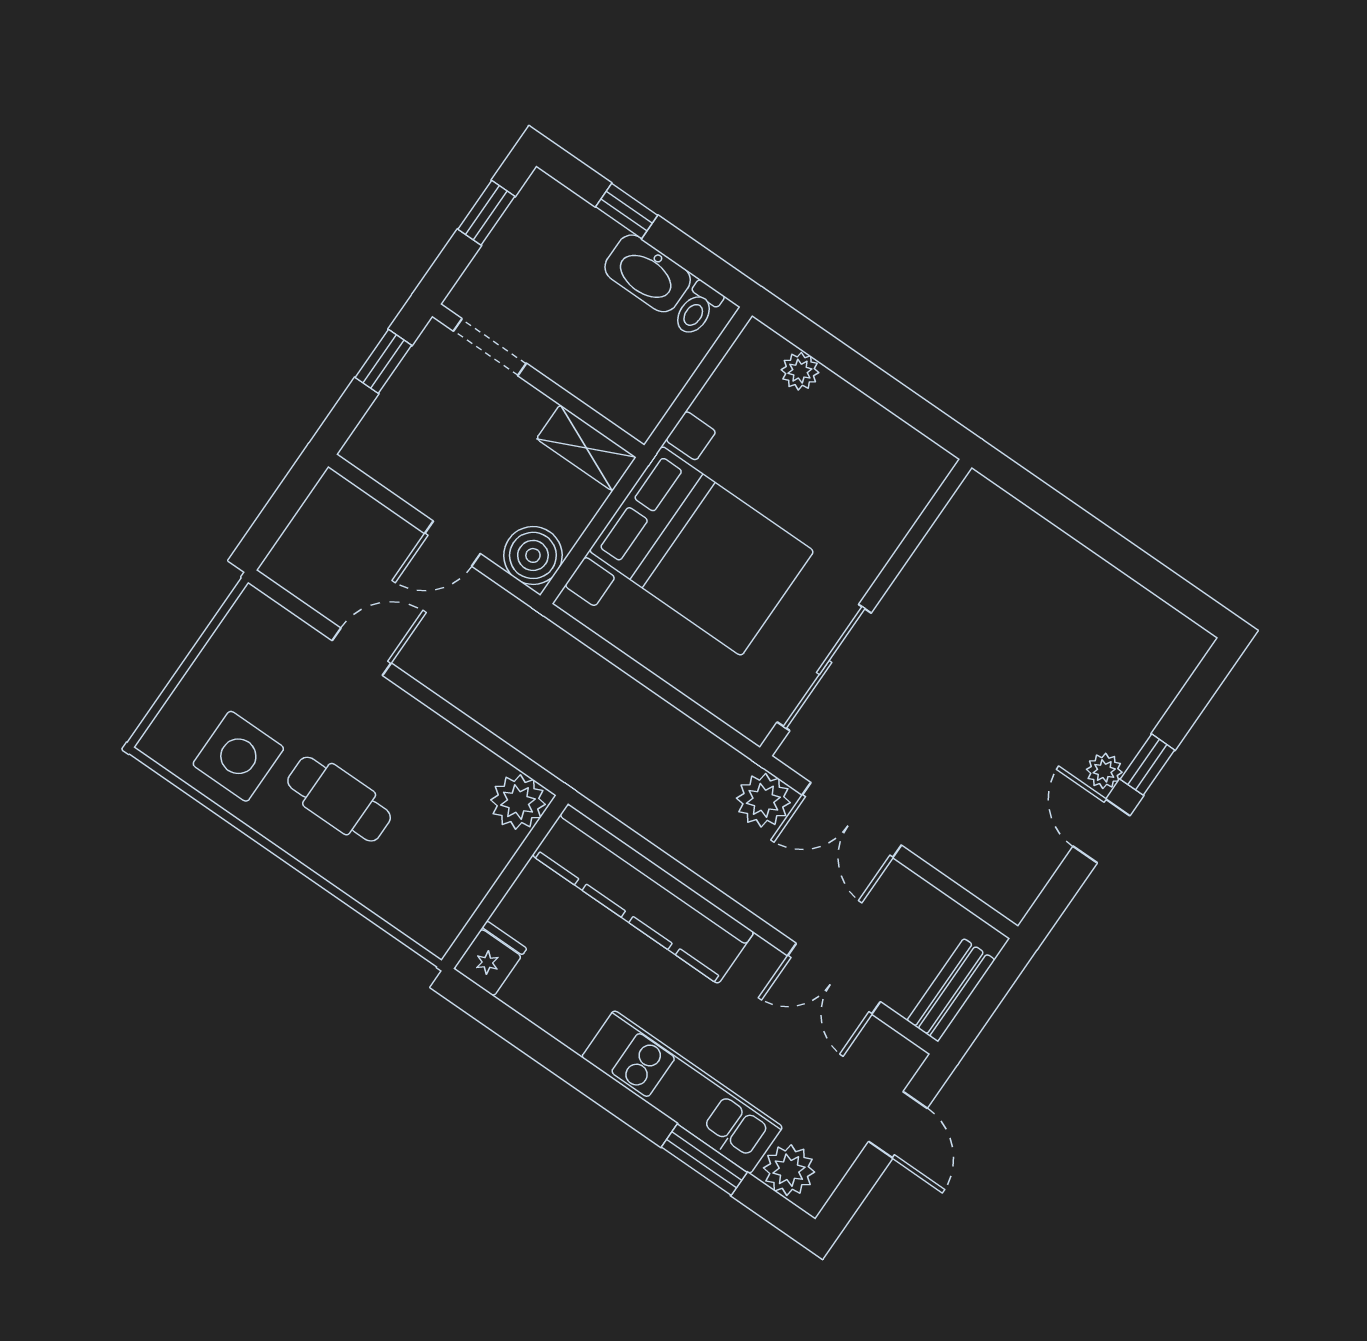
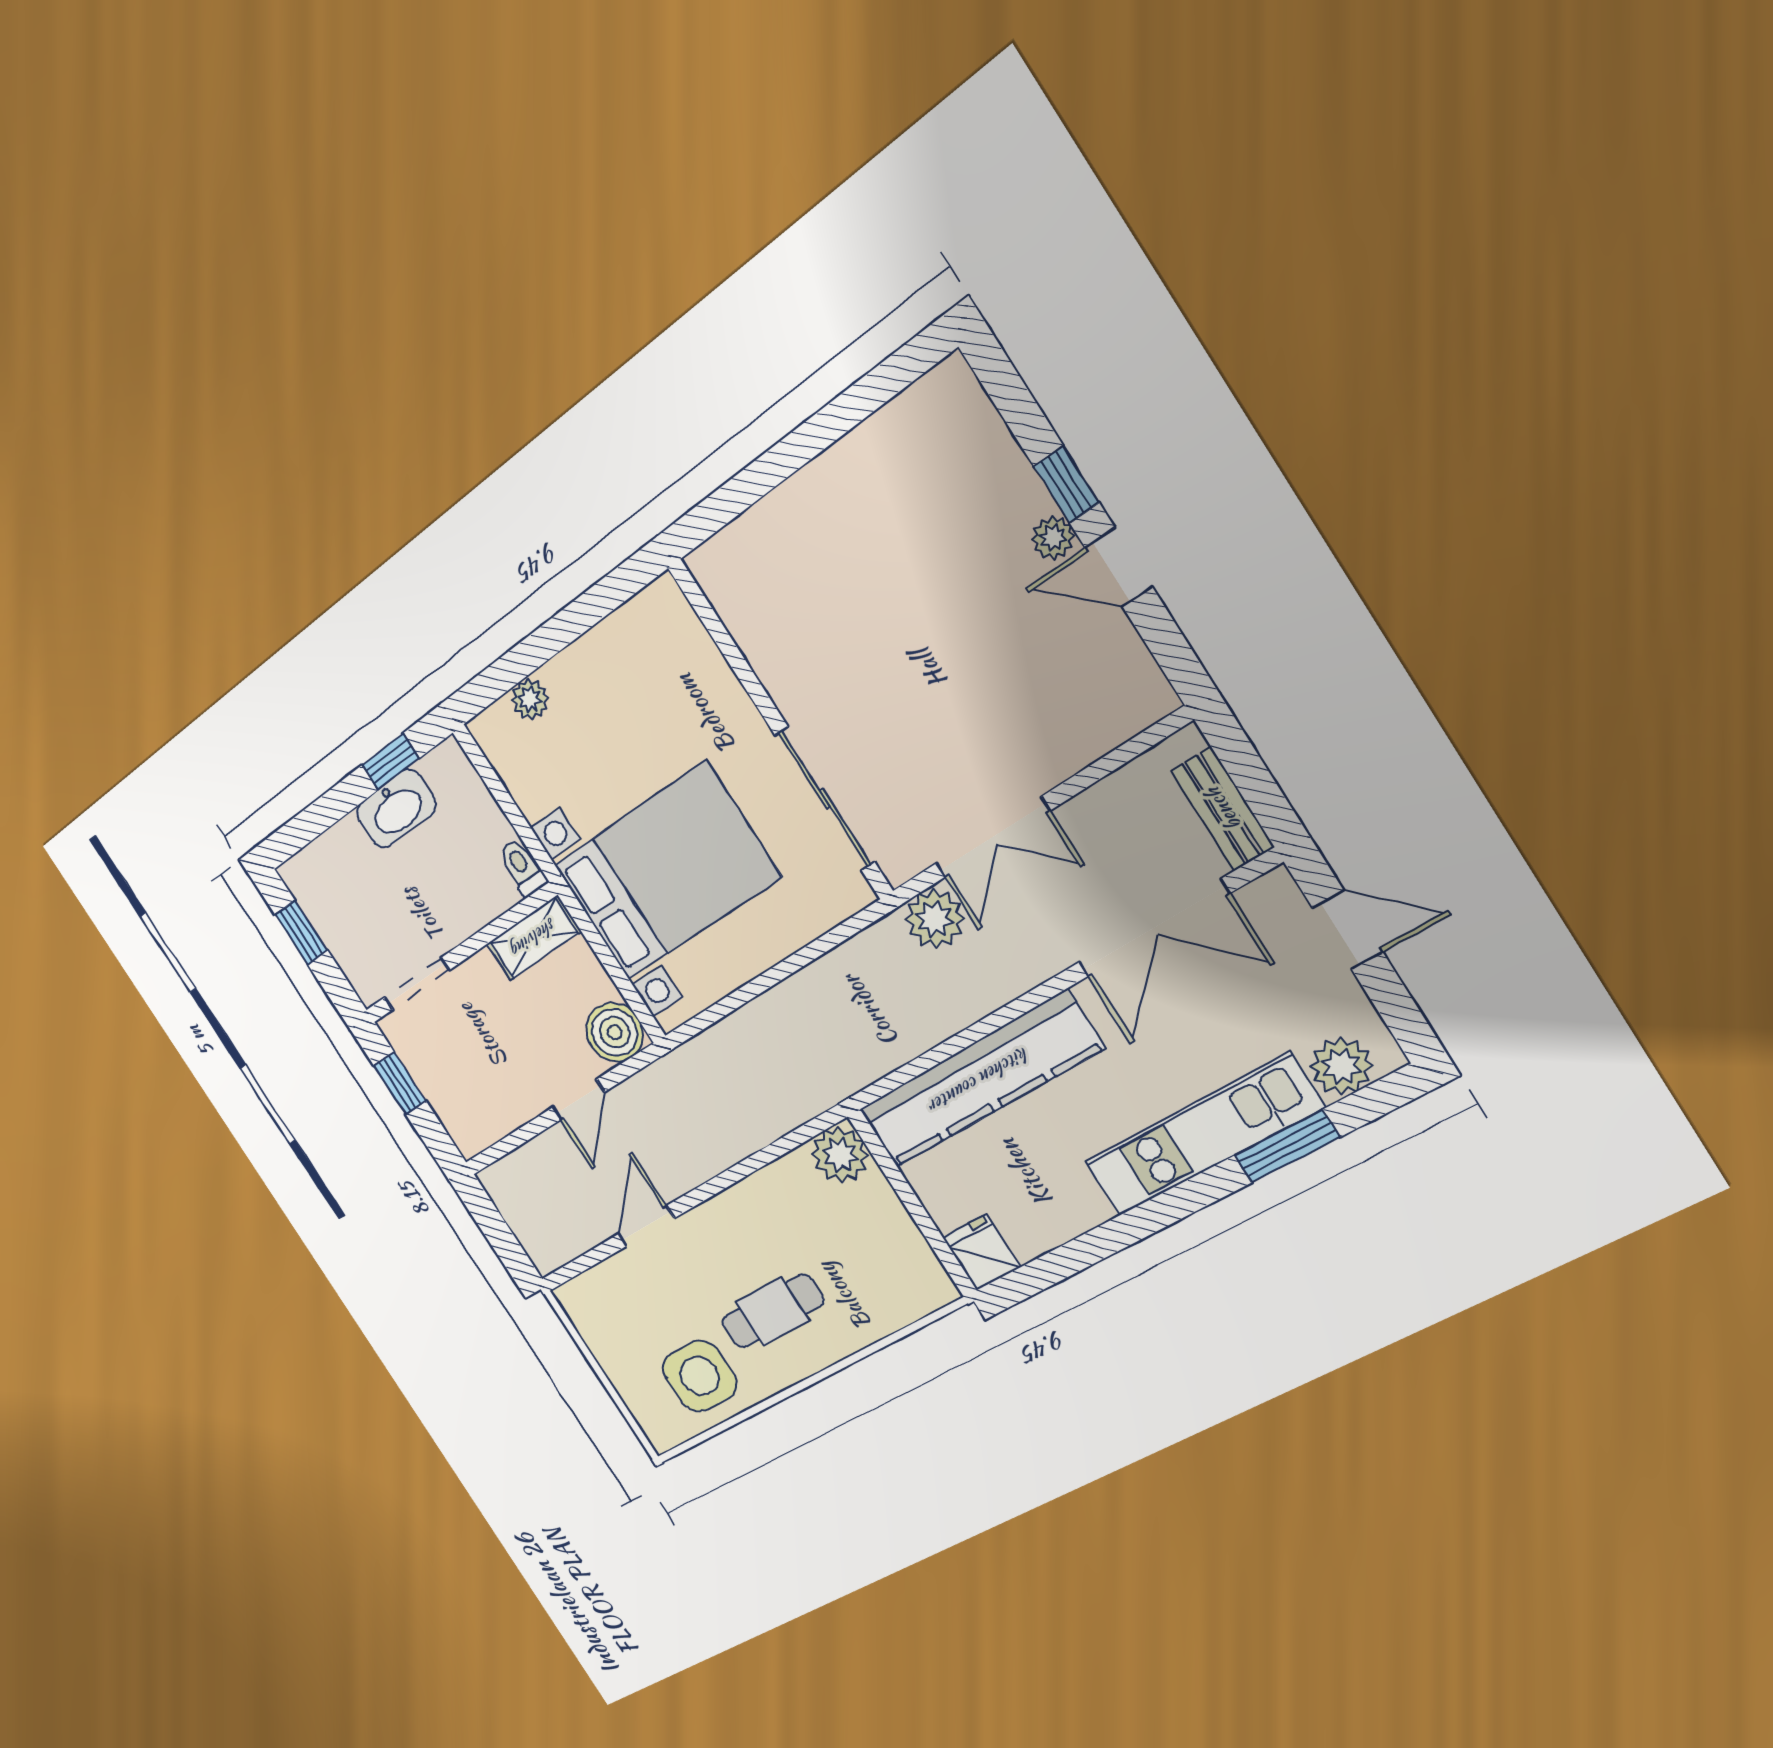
window: (627, 211) -> (391, 762), moved
toilet: (697, 309) -> (522, 868), moved, turned 180
double door: (834, 979) -> (1153, 928), width x1.37

